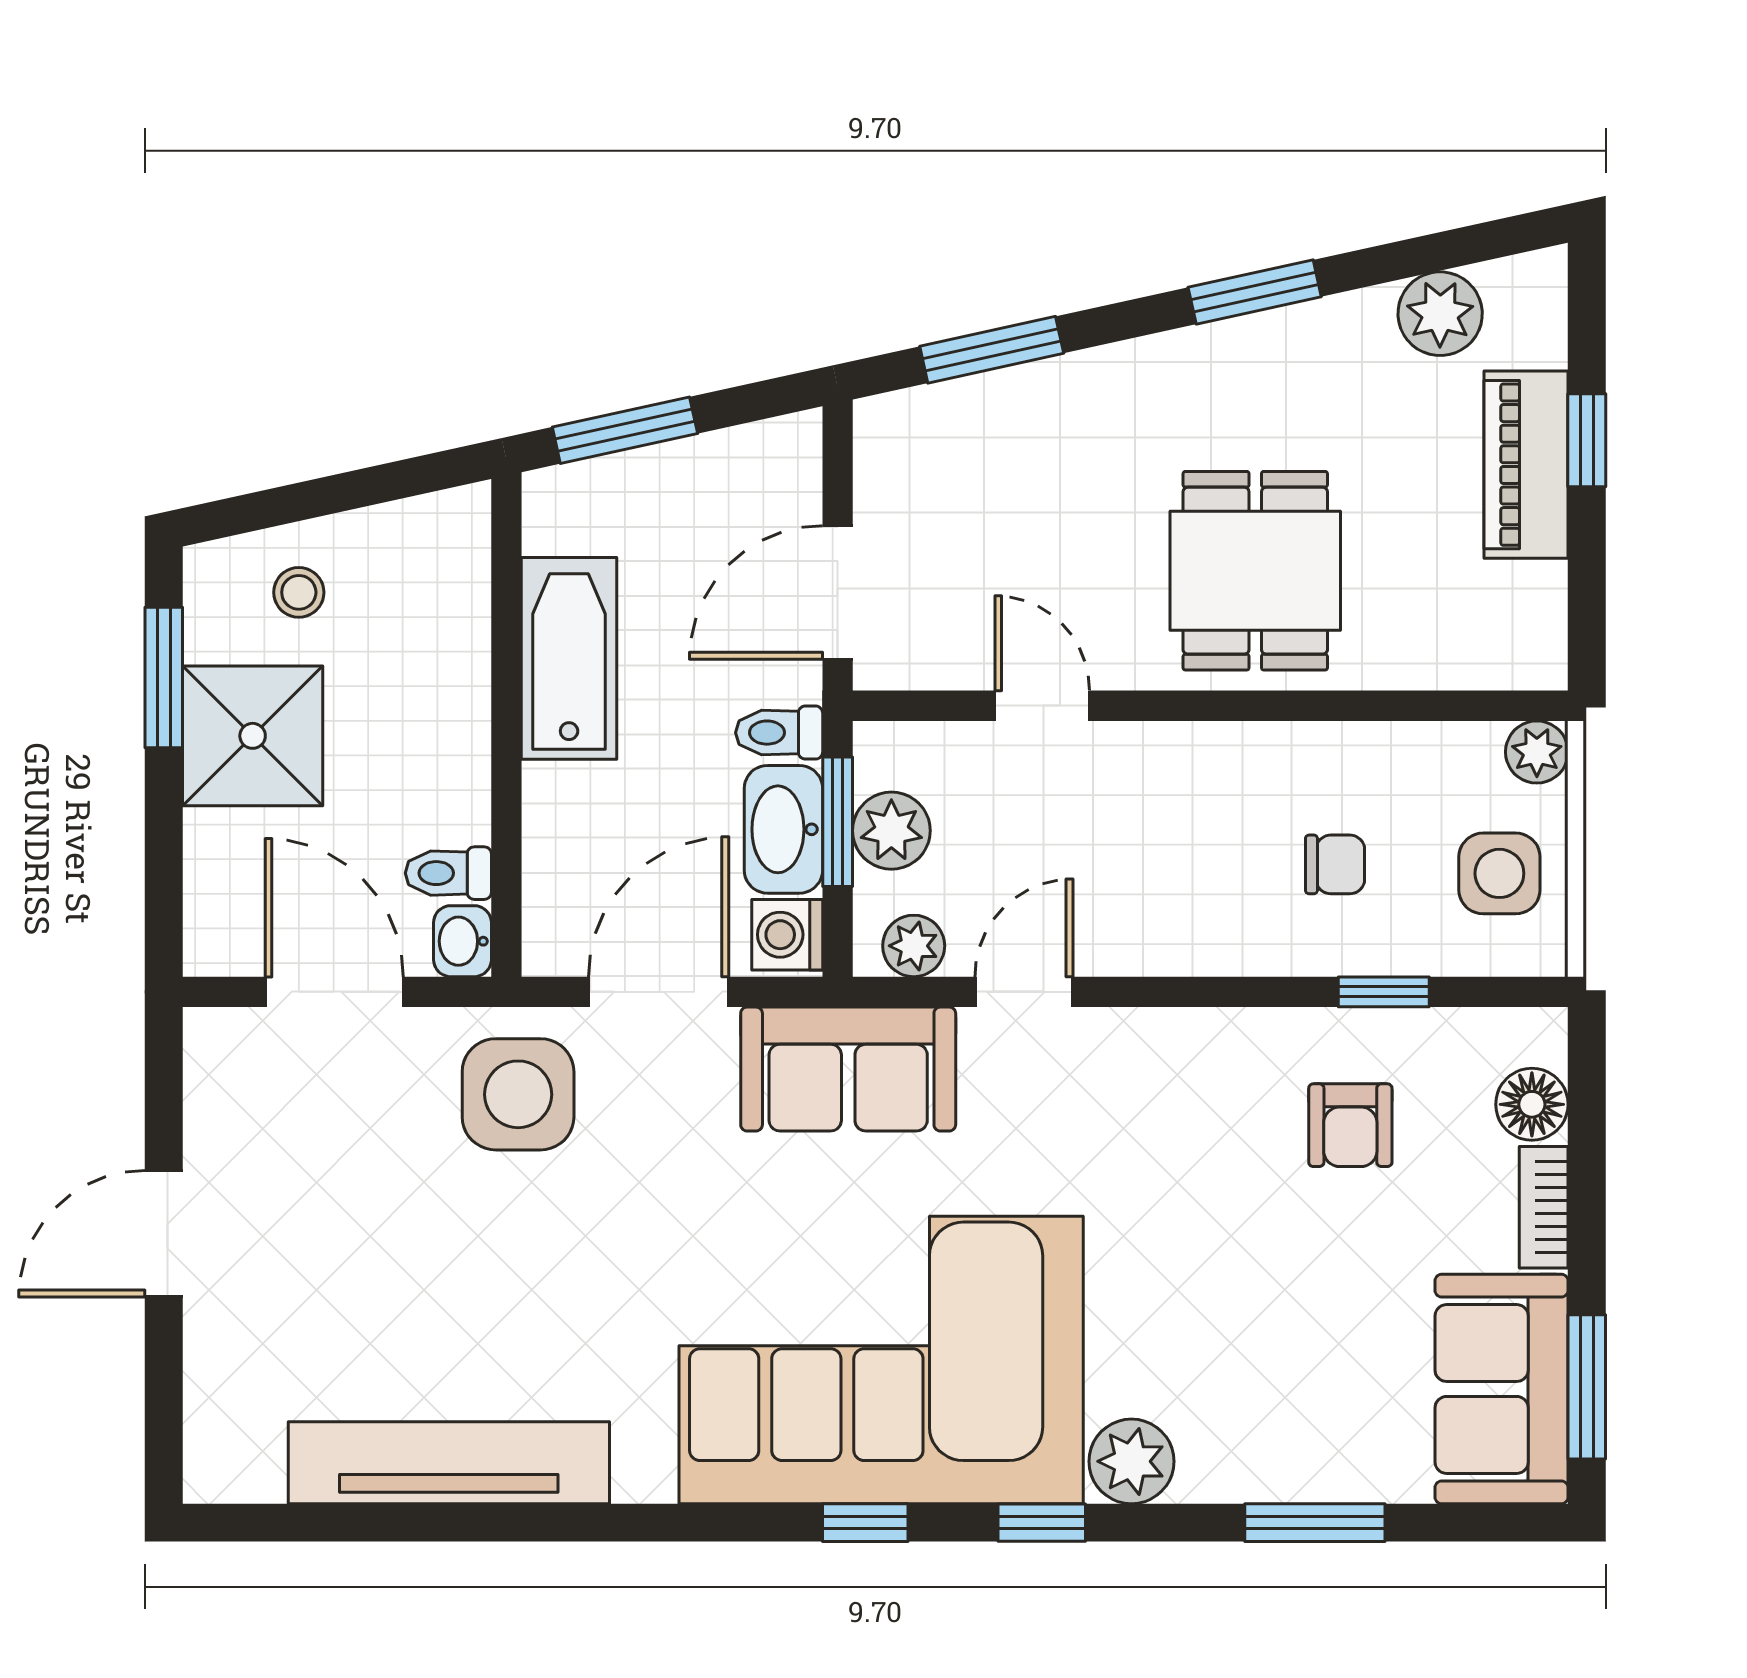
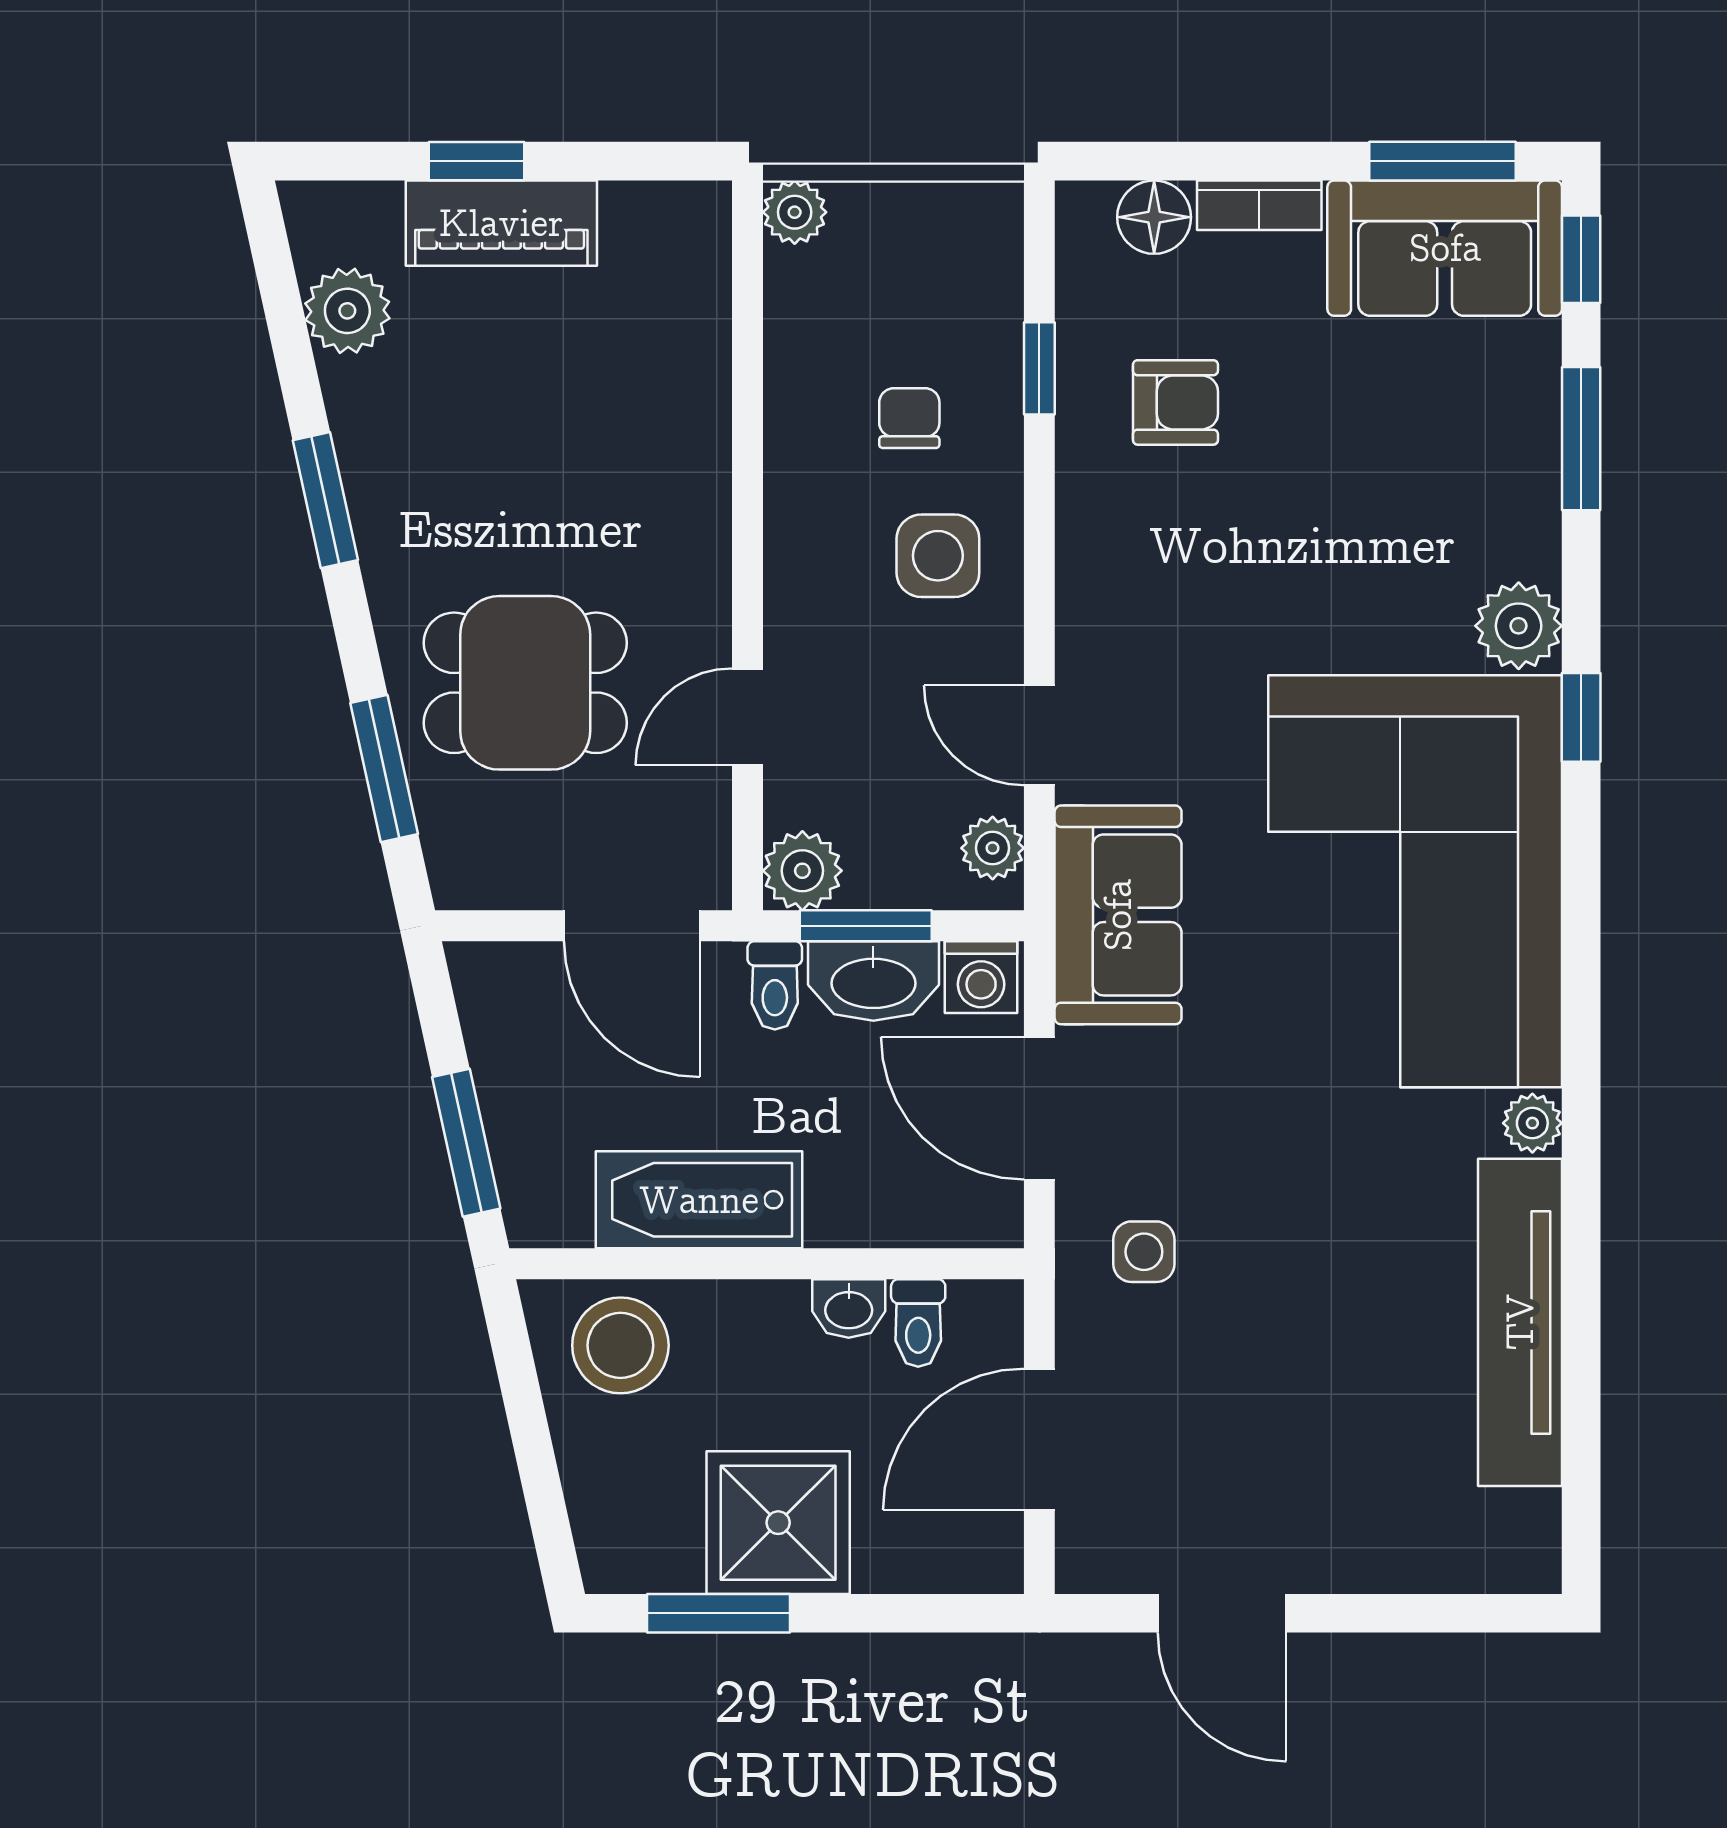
dining table: (1255, 571) -> (525, 683), moved
stool: (299, 592) -> (620, 1345), moved, width x1.89, depth x1.89
plant: (891, 831) -> (802, 871), moved
side table: (1499, 873) -> (938, 556), moved
washbasin: (462, 941) -> (849, 1308), moved
side table: (518, 1094) -> (1144, 1252), width x0.54, depth x0.54
door: (164, 1234) -> (1222, 1613), moved
plant: (644, 1475) -> (1532, 1123), added
window: (865, 1523) -> (1581, 259), moved

